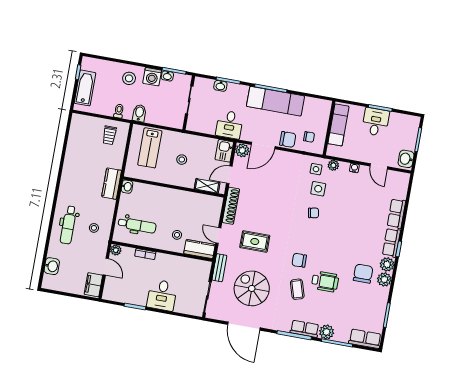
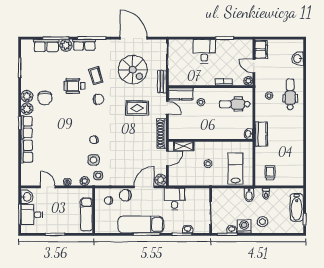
desk: (376, 122) -> (32, 215), moved, turned 90
kitchen sink: (224, 151) -> (175, 177), removed
row of seats: (365, 339) -> (46, 45), moved

